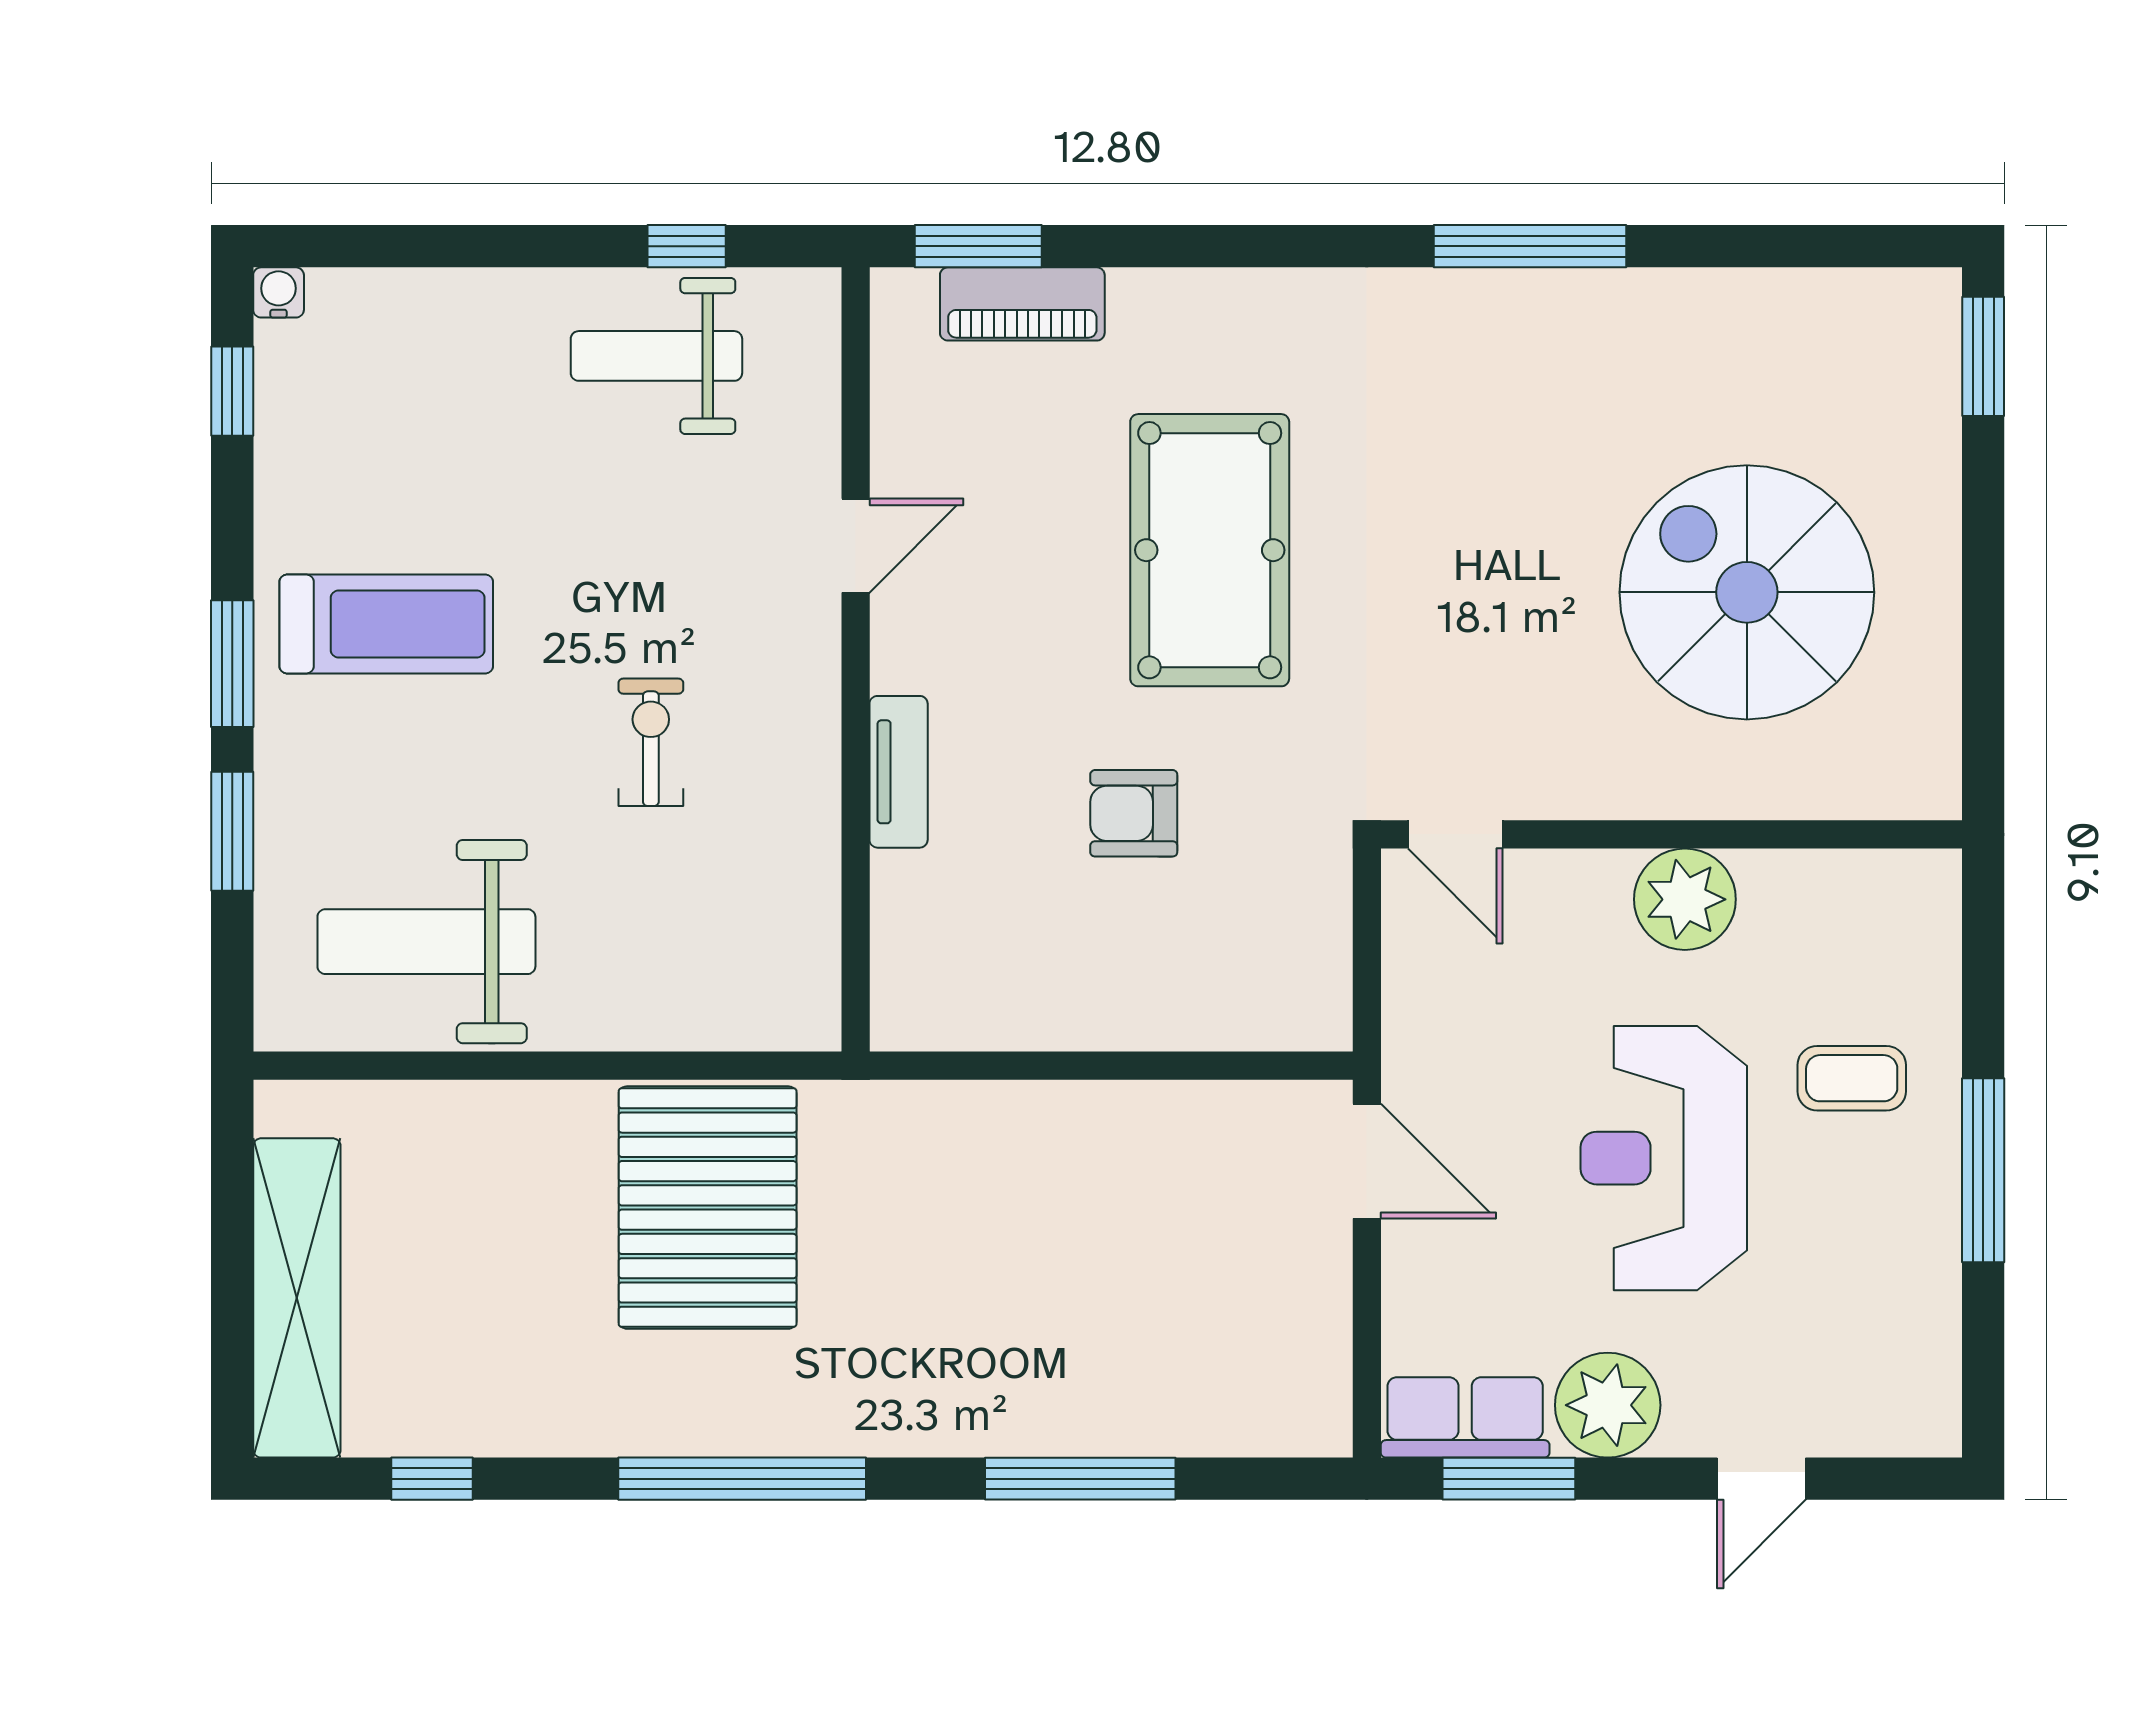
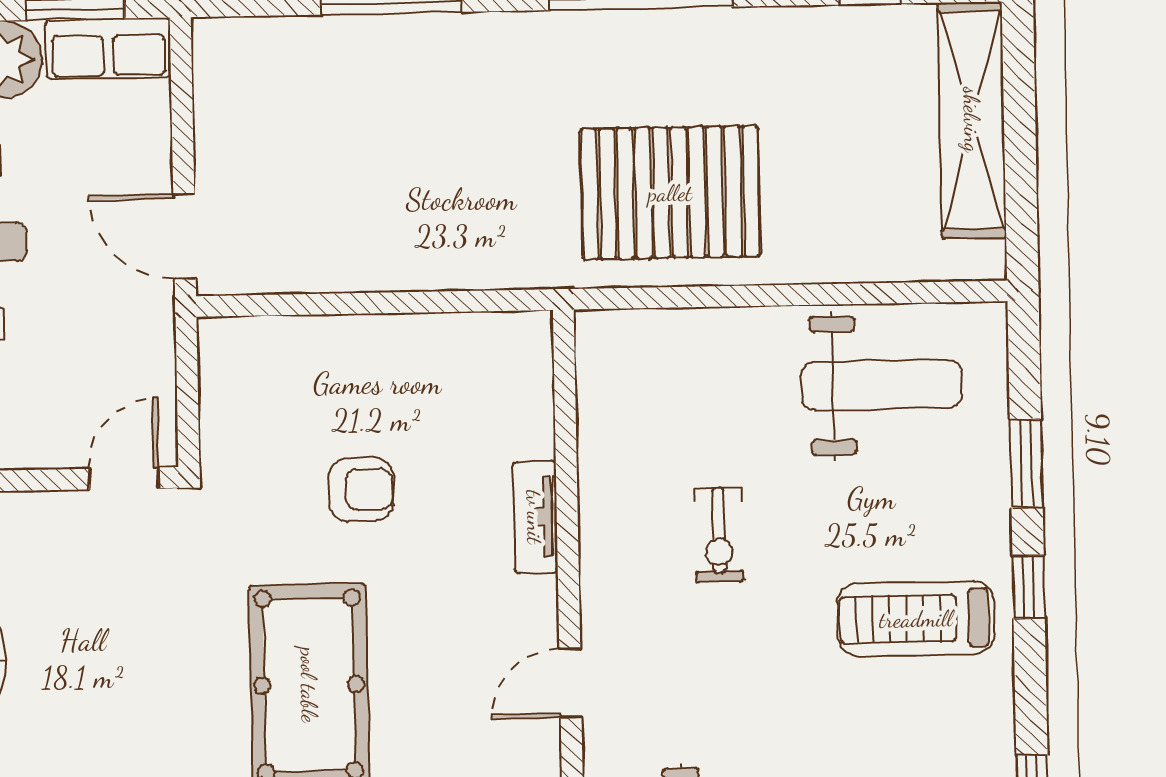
window: (232, 664) -> (1029, 587), width x0.67
door: (1455, 834) -> (124, 478), hinge flipped
pallet: (708, 1208) -> (670, 193), turned 90

